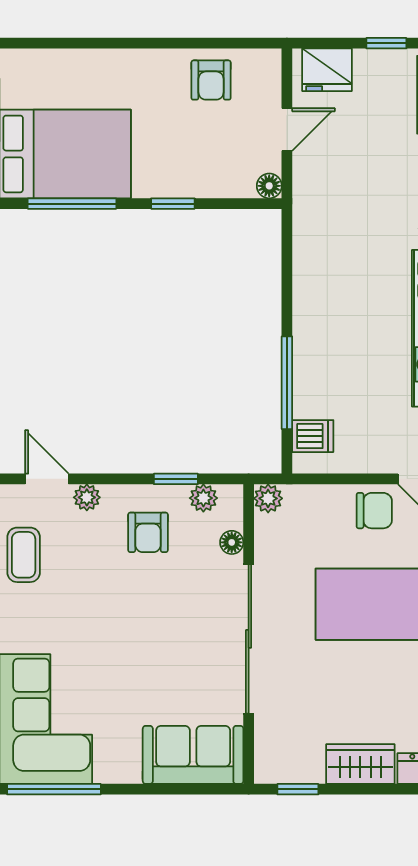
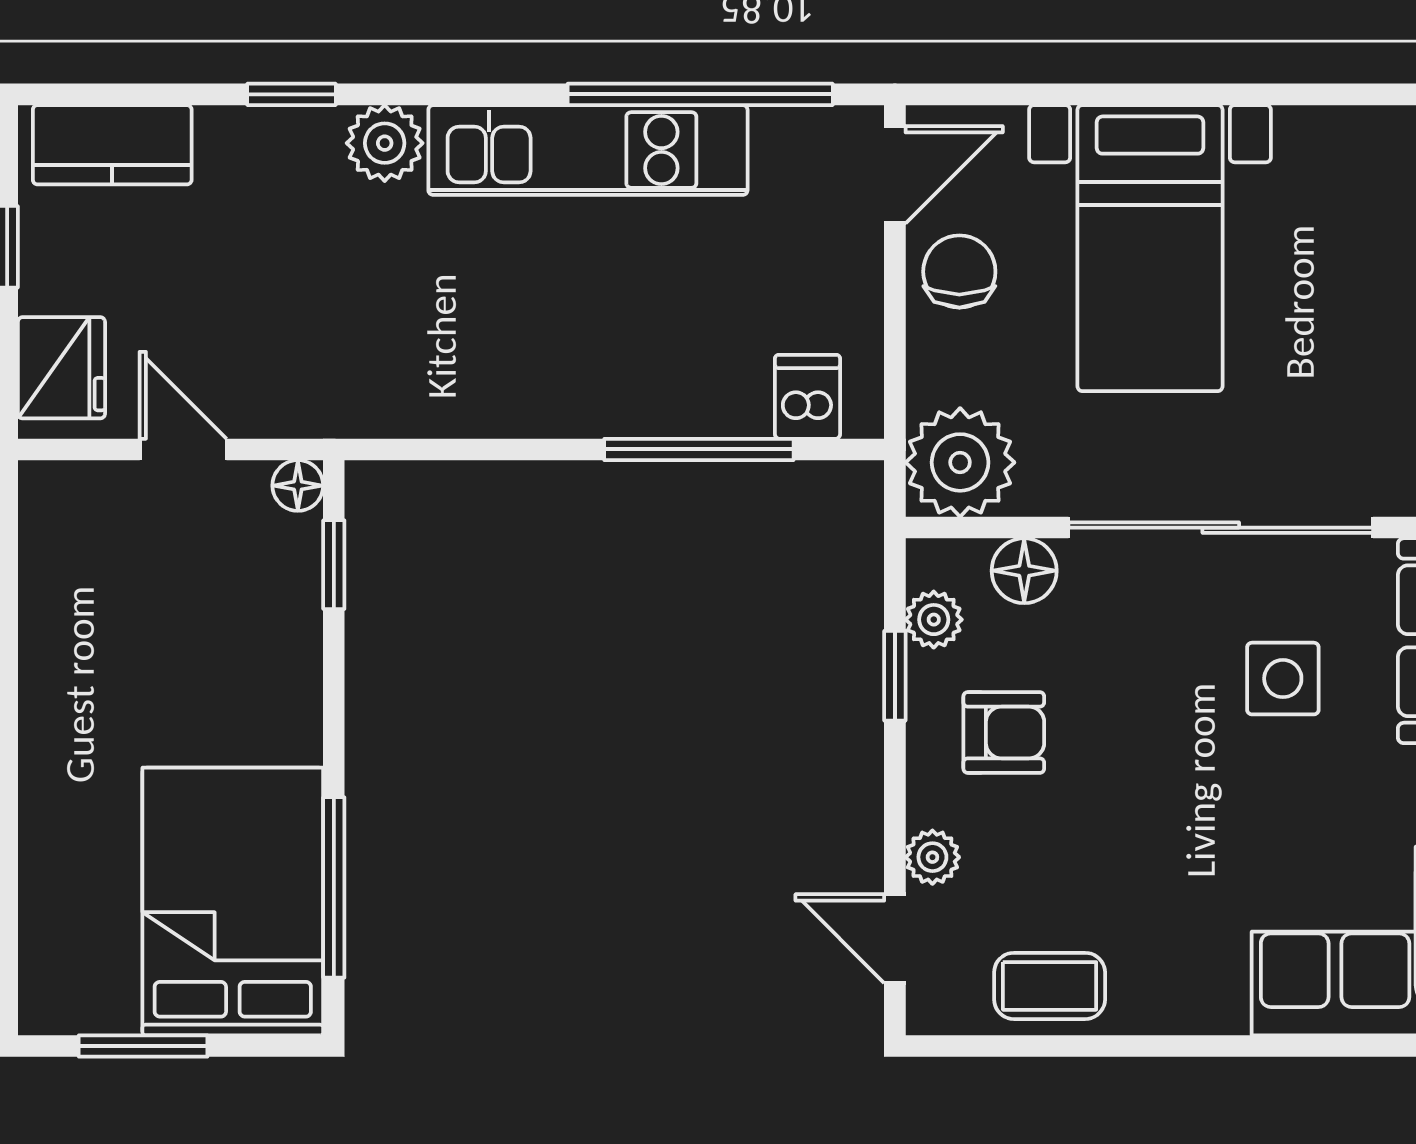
armchair: (211, 80) -> (82, 604), removed
window: (173, 204) -> (334, 565), moved
door: (47, 479) -> (895, 939), hinge flipped
plant: (268, 498) -> (960, 462), width x1.87, depth x1.87
floor lamp: (232, 542) -> (1024, 571), width x1.37, depth x1.37
side table: (174, 669) -> (1283, 679), added

